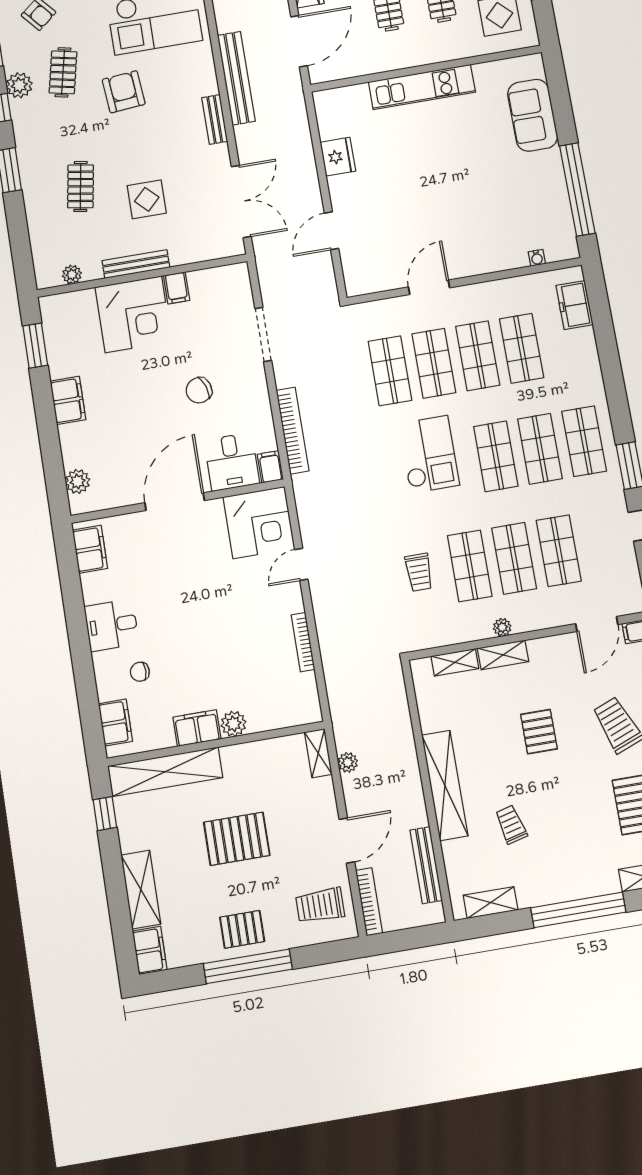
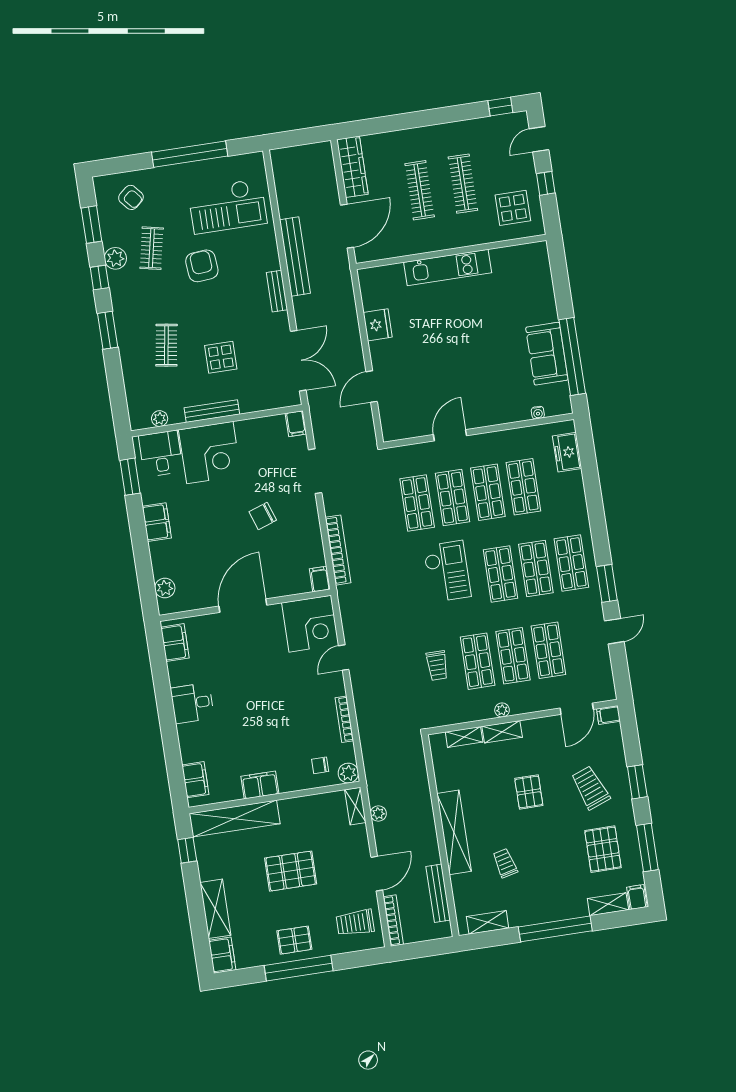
sofa: (533, 115) -> (547, 354), moved
filing cabinet: (177, 288) -> (296, 424), moved
desk: (232, 462) -> (161, 454), moved, turned 180
chair: (140, 672) -> (320, 765), moved
plant: (233, 724) -> (348, 773), moved

